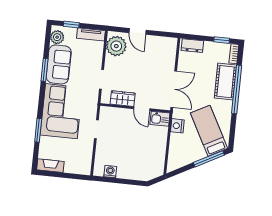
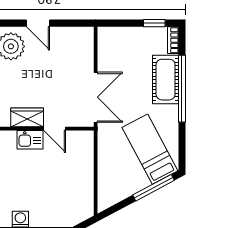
dresser: (192, 46) -> (115, 35), removed
kitchen sink: (160, 119) -> (30, 140), moved
nightstand: (177, 126) -> (106, 147), removed

